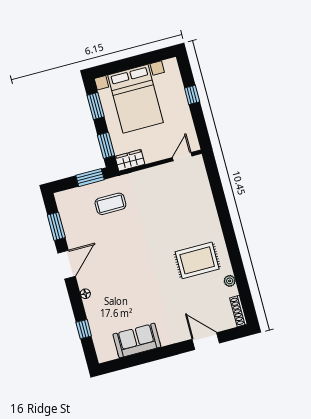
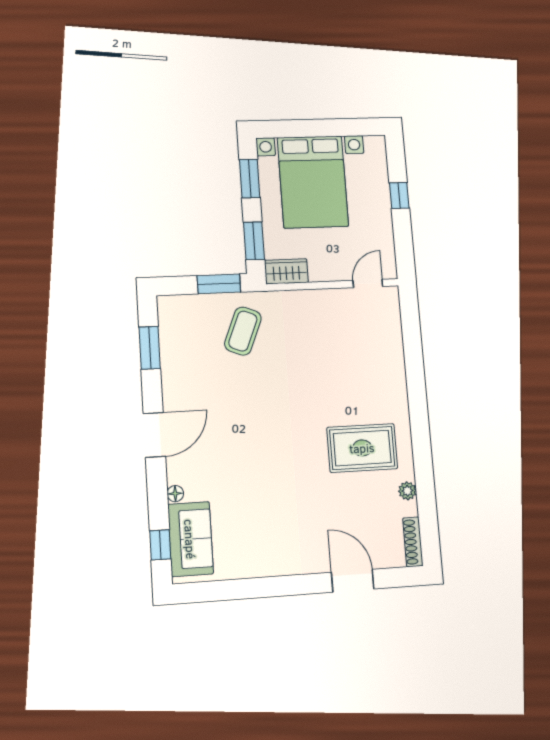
coffee table: (110, 204) -> (243, 331), turned -68
door: (67, 265) -> (154, 435), moved
floor lamp: (85, 294) -> (175, 494), moved
window: (84, 329) -> (160, 545), moved
sofa: (137, 341) -> (190, 539), moved, turned 90

